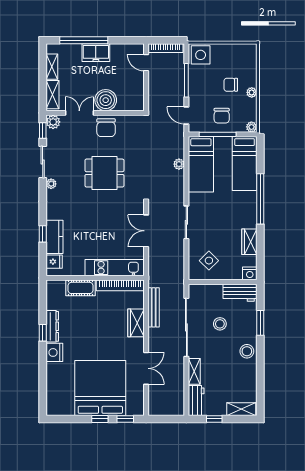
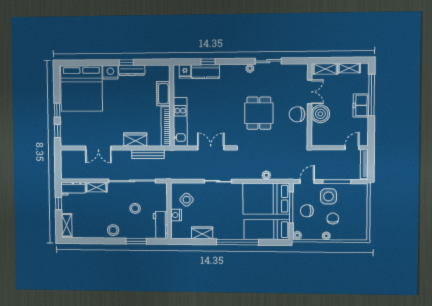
side table: (201, 55) -> (328, 196), moved
plant: (53, 122) -> (302, 70), removed
window: (43, 131) -> (295, 61), removed
bed: (201, 164) -> (266, 199), width x1.50
nightstand: (250, 273) -> (176, 215), moved
bed: (100, 388) -> (82, 89), moved, turned 90

